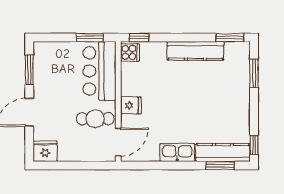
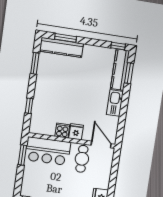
window: (139, 38) -> (29, 106), moved
window: (230, 38) -> (35, 63), moved
kitchen counter: (195, 51) -> (61, 47), moved, turned 90
cooker: (130, 52) -> (62, 131), moved

